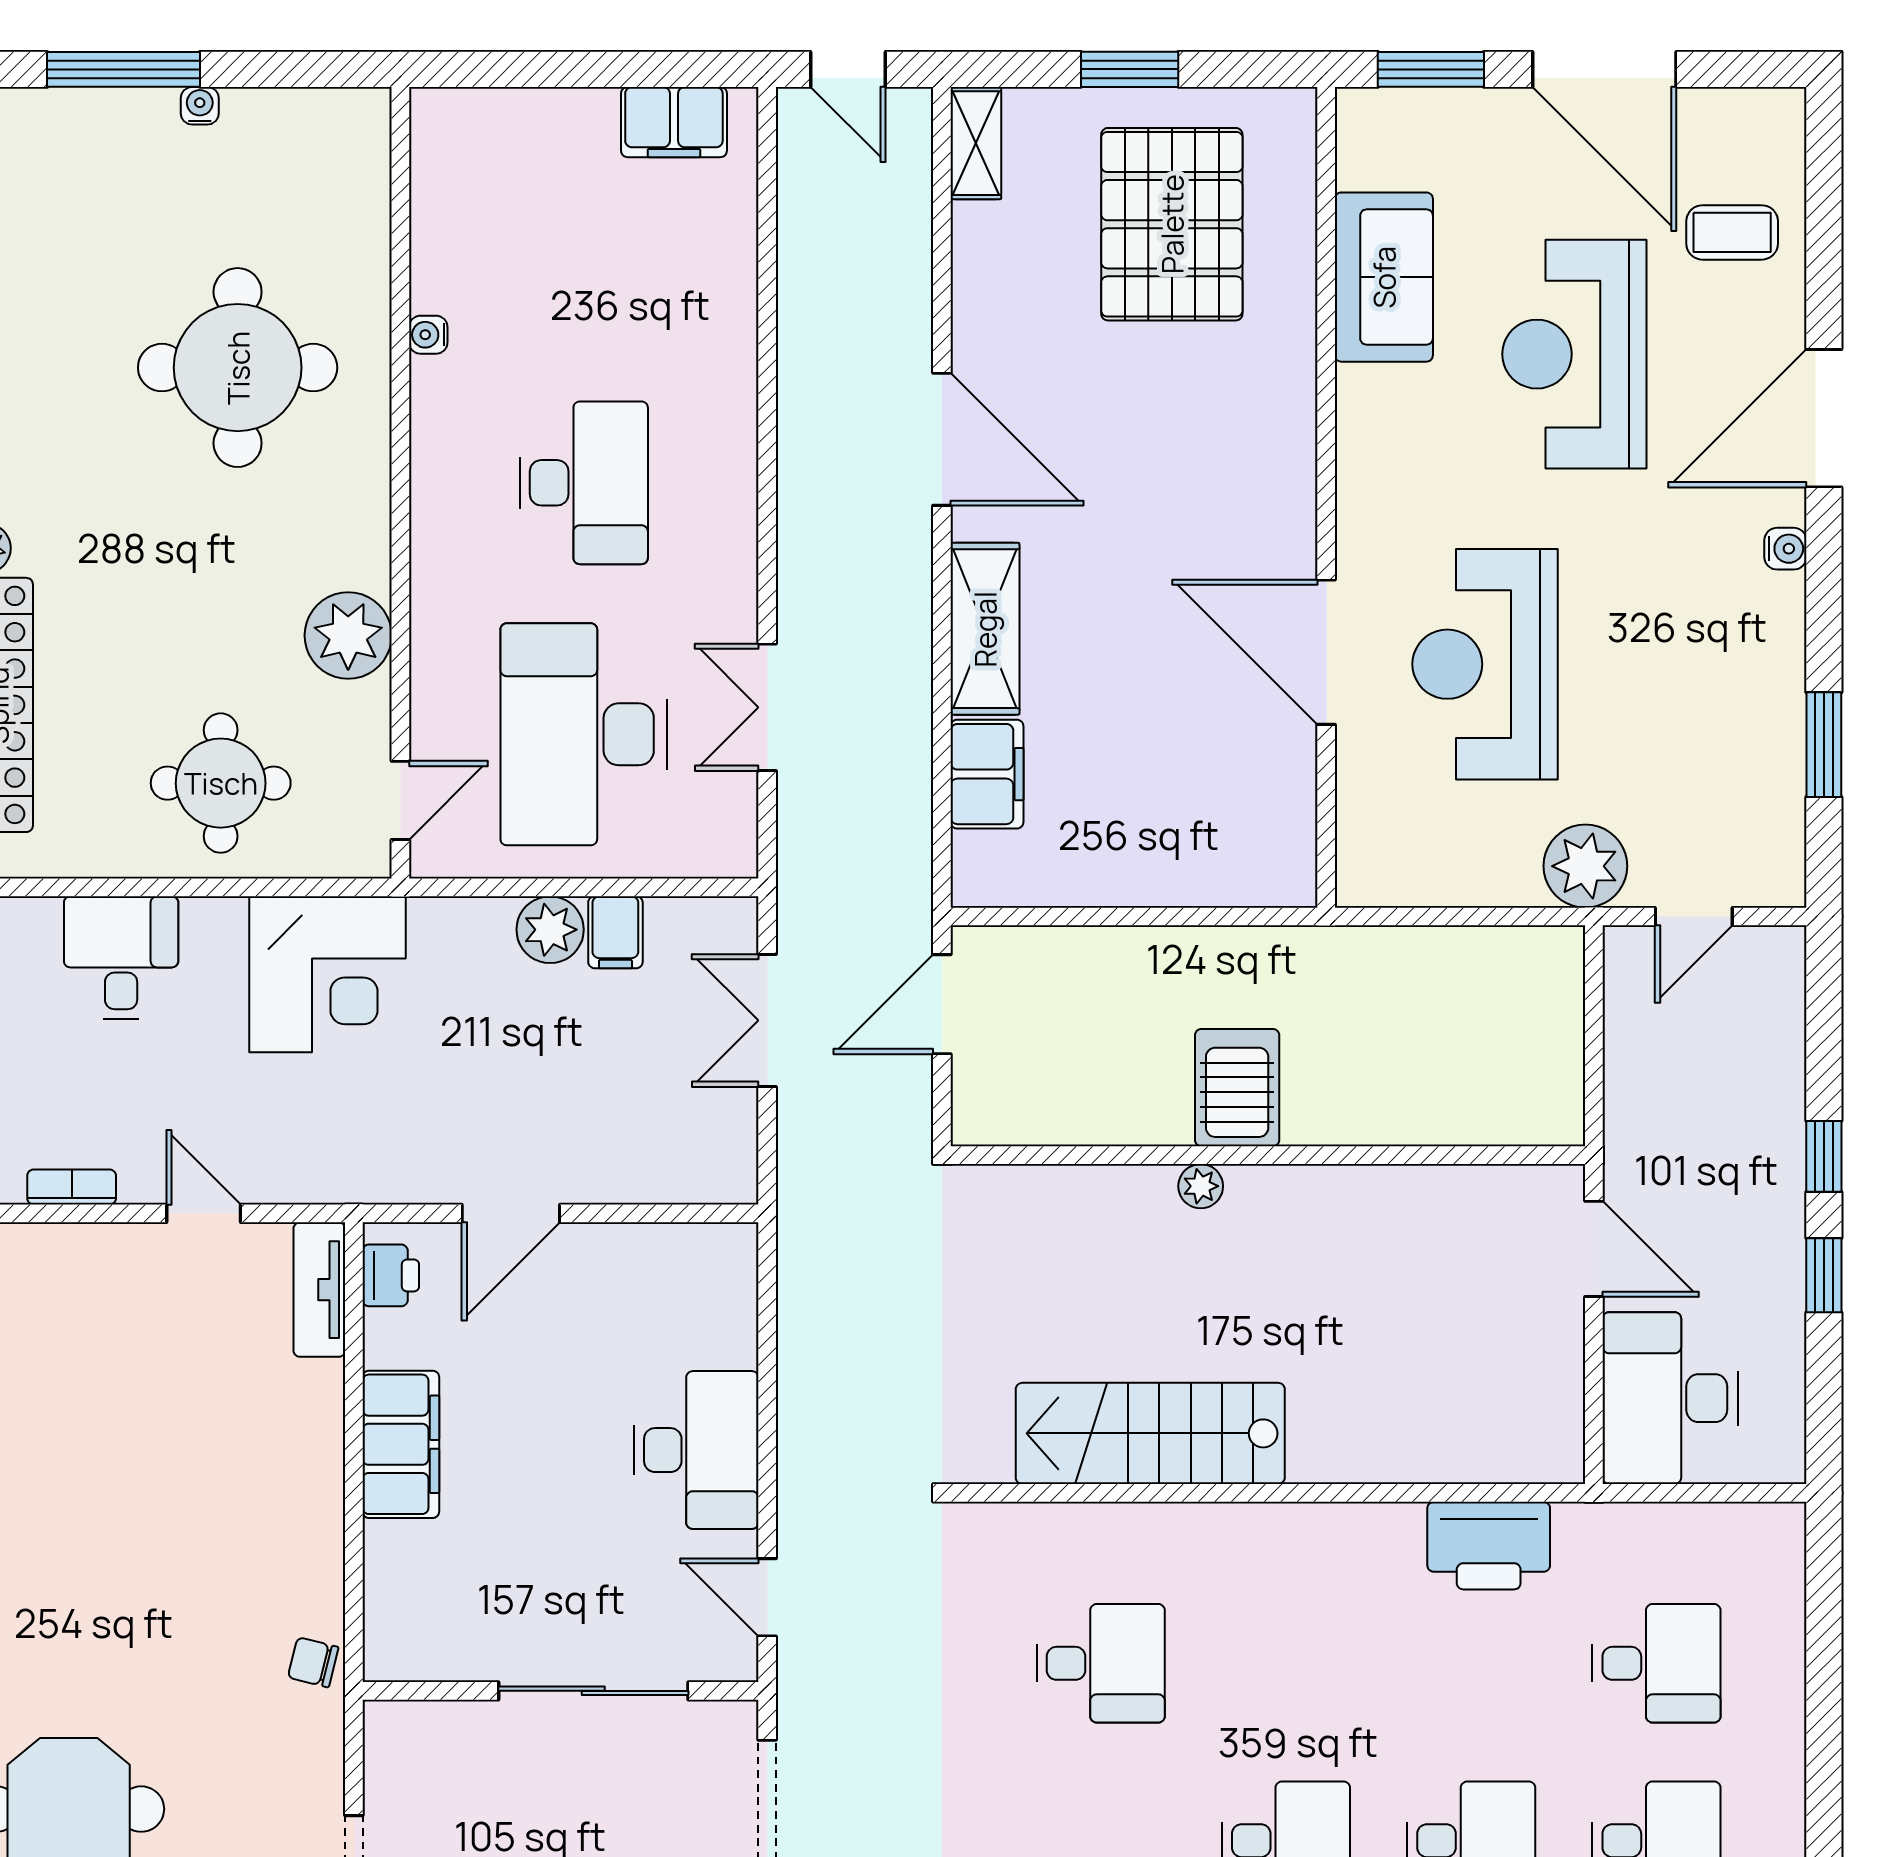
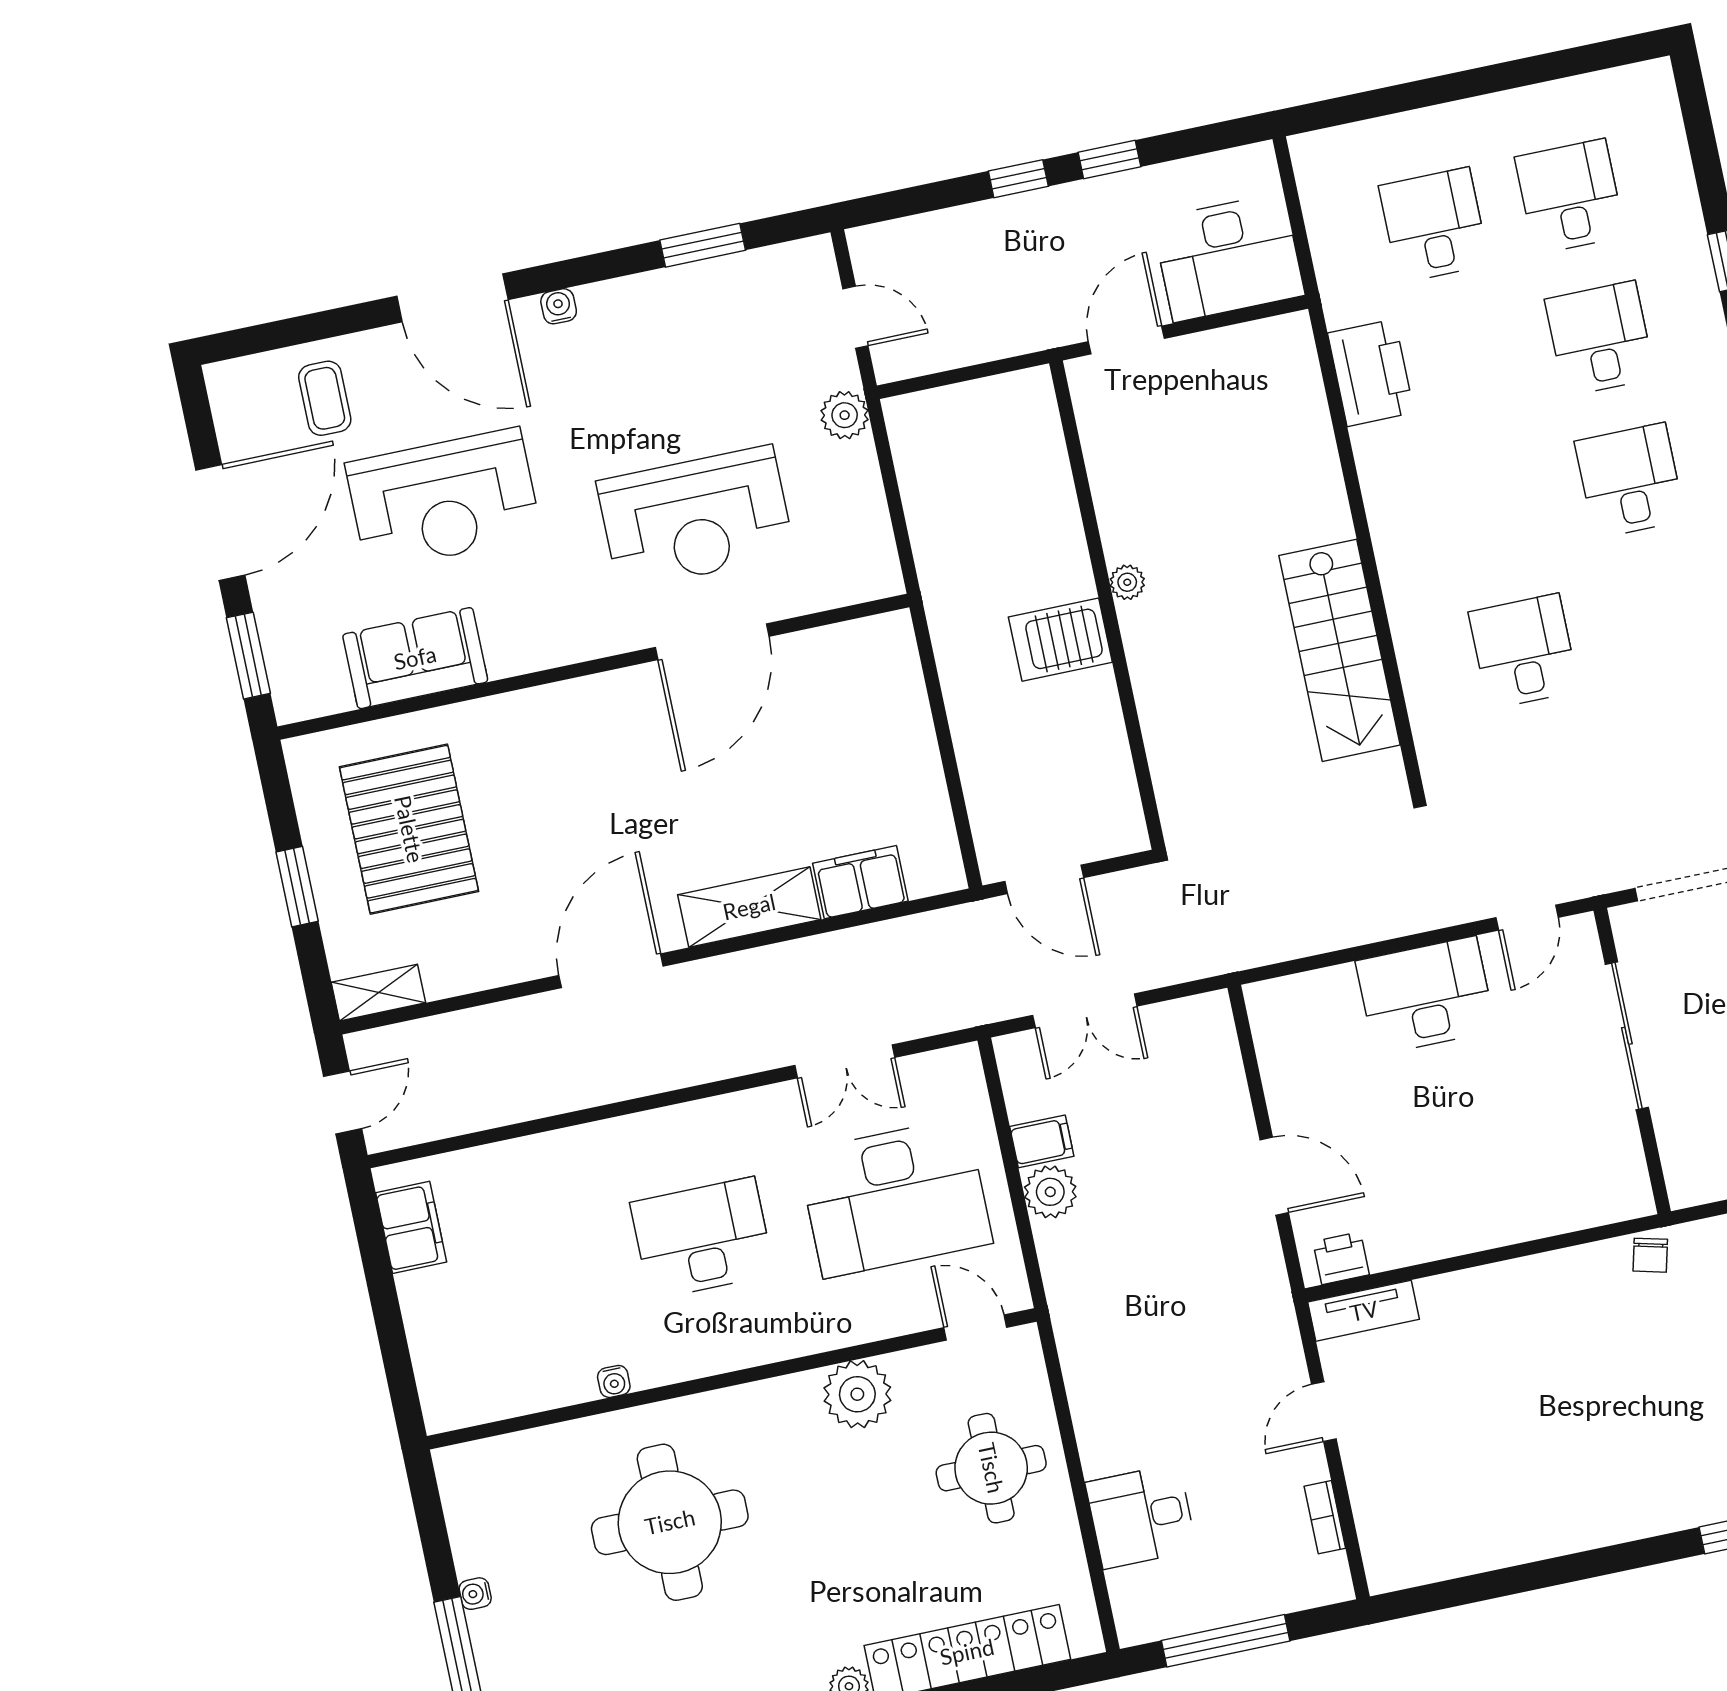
pallet: (1172, 224) -> (409, 829), turned 90
plant: (1585, 866) -> (845, 415), width x0.73, depth x0.73
corner desk: (327, 974) -> (1120, 1355), removed
plant: (1201, 1186) -> (1127, 582), moved
filing cabinet: (401, 1444) -> (1469, 1223), removed

